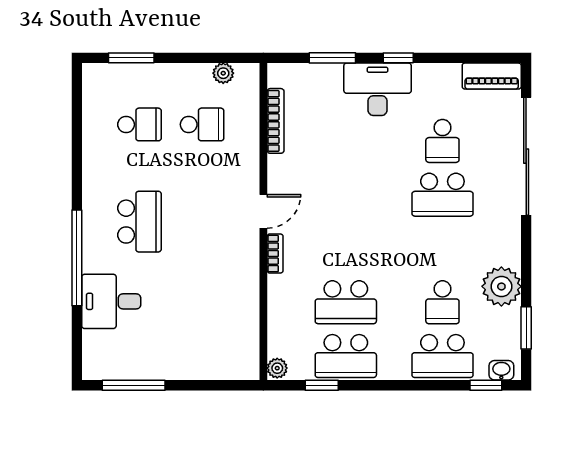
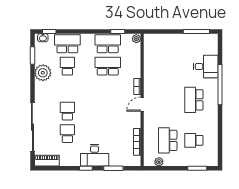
school desk: (202, 124) -> (168, 140), width x1.85
school desk: (442, 195) -> (67, 111), width x0.54

